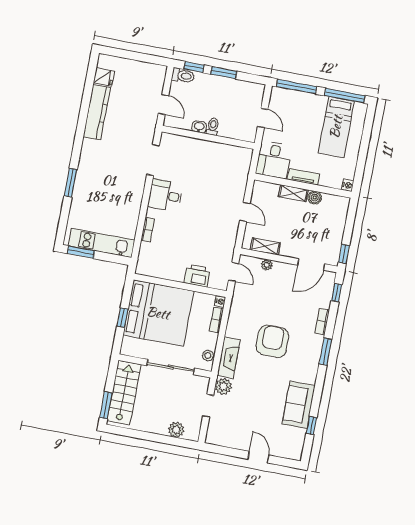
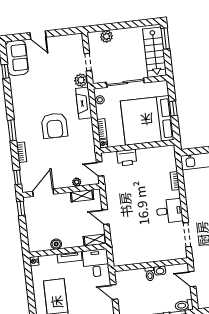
shelving: (293, 193) -> (95, 240), moved
sofa: (299, 405) -> (17, 58), moved

